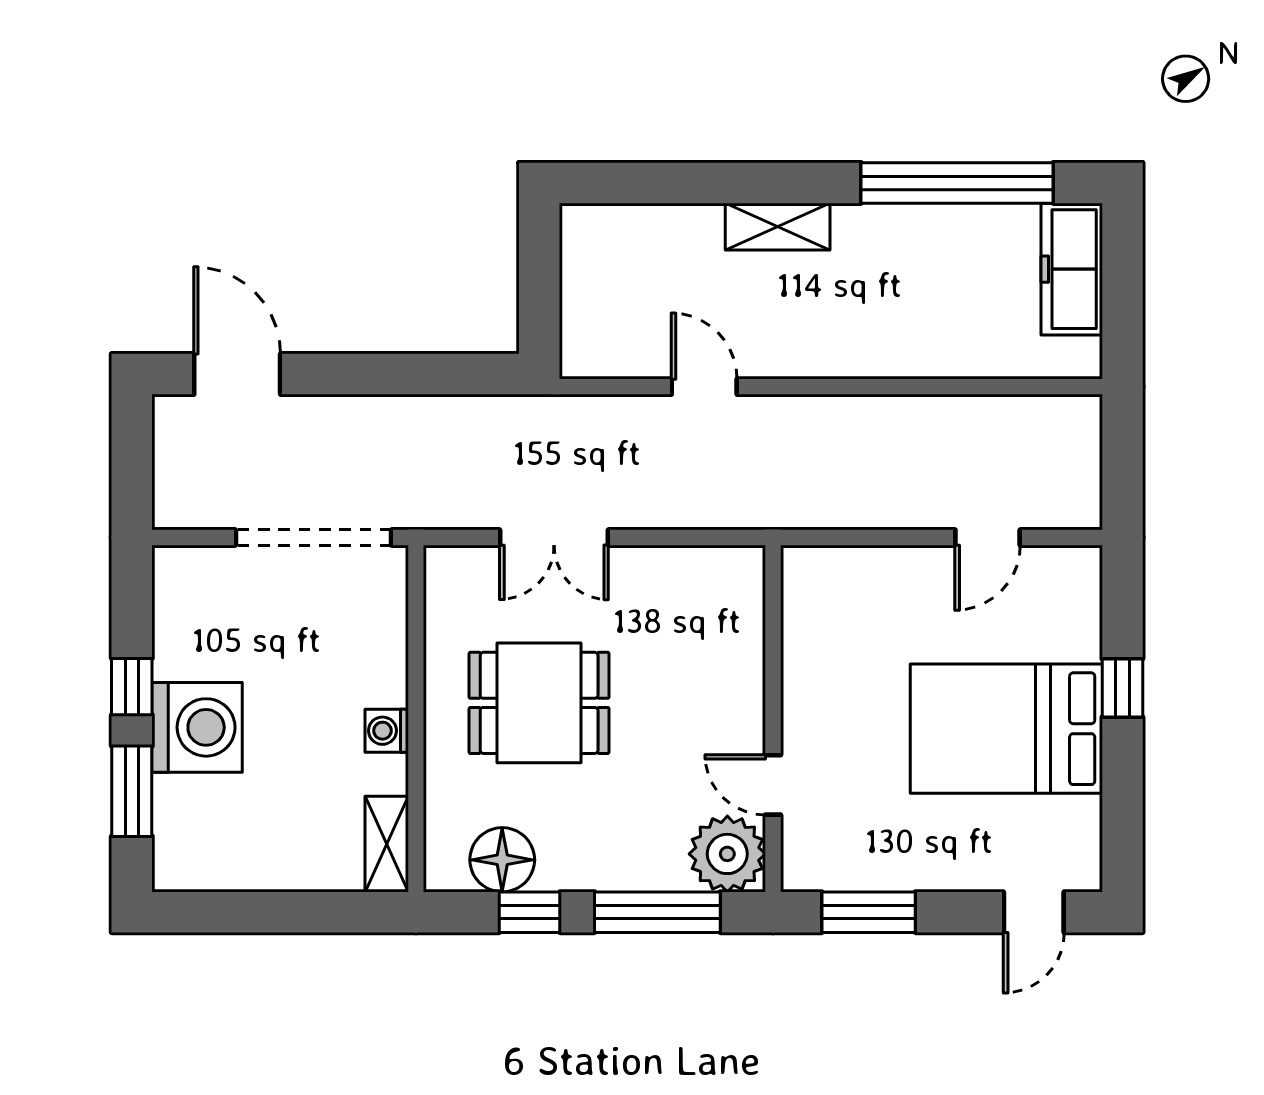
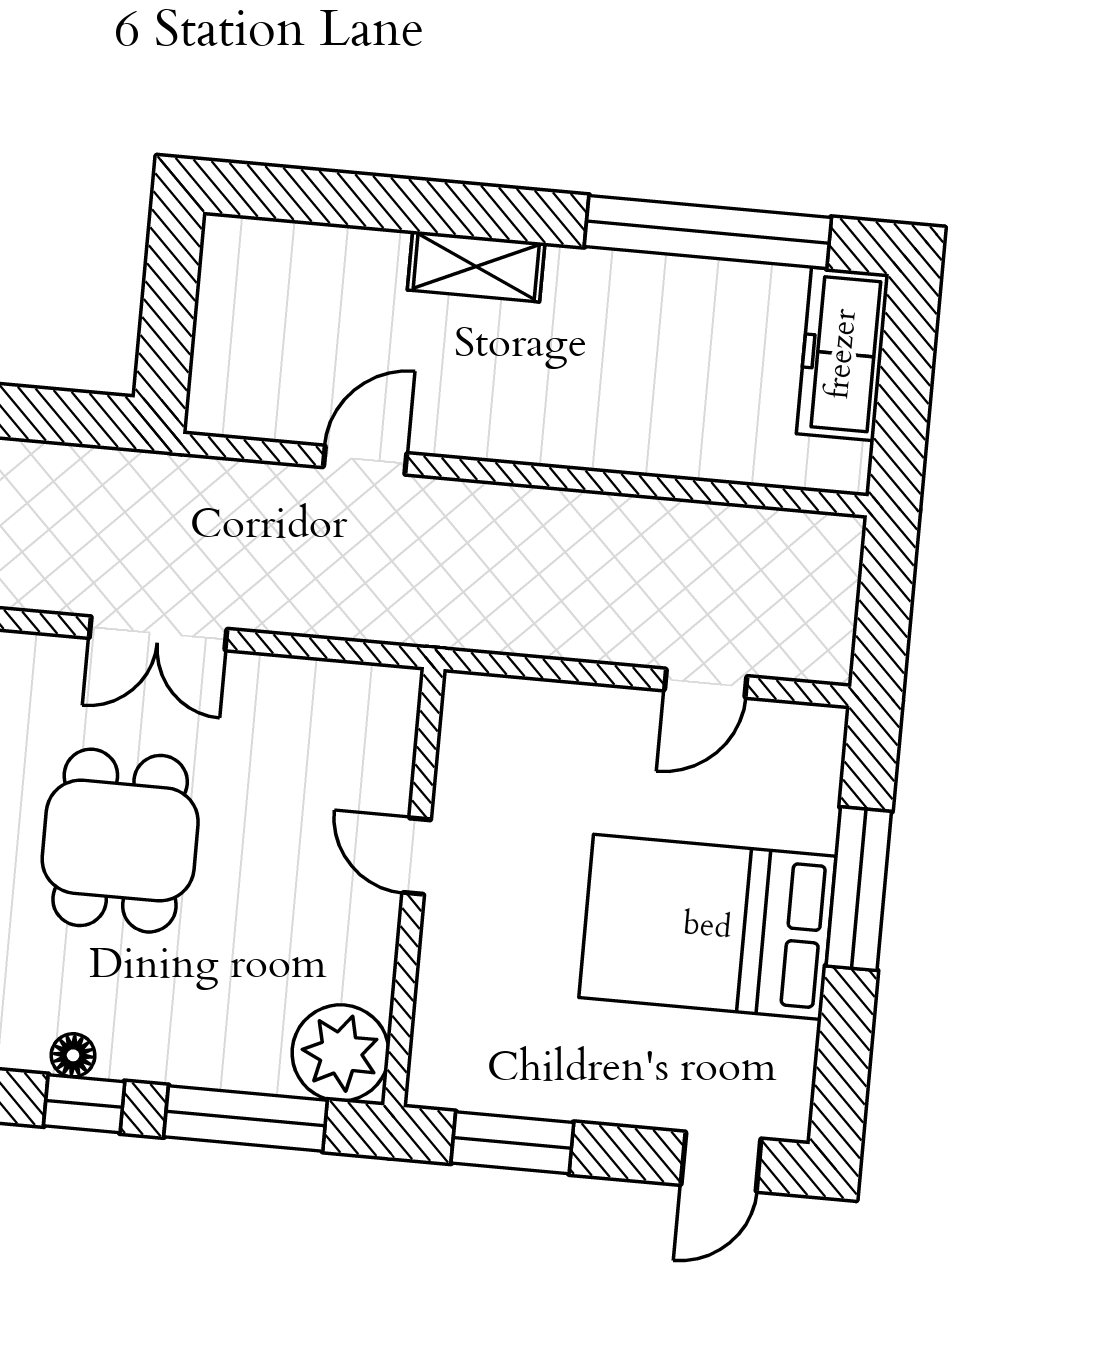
door: (704, 387) -> (365, 460), hinge flipped
window: (1122, 688) -> (859, 889), width x2.17
dining table: (539, 703) -> (120, 841), turned 90
door: (773, 785) -> (417, 856), moved
floor lamp: (502, 860) -> (73, 1055), width x0.53, depth x0.53

